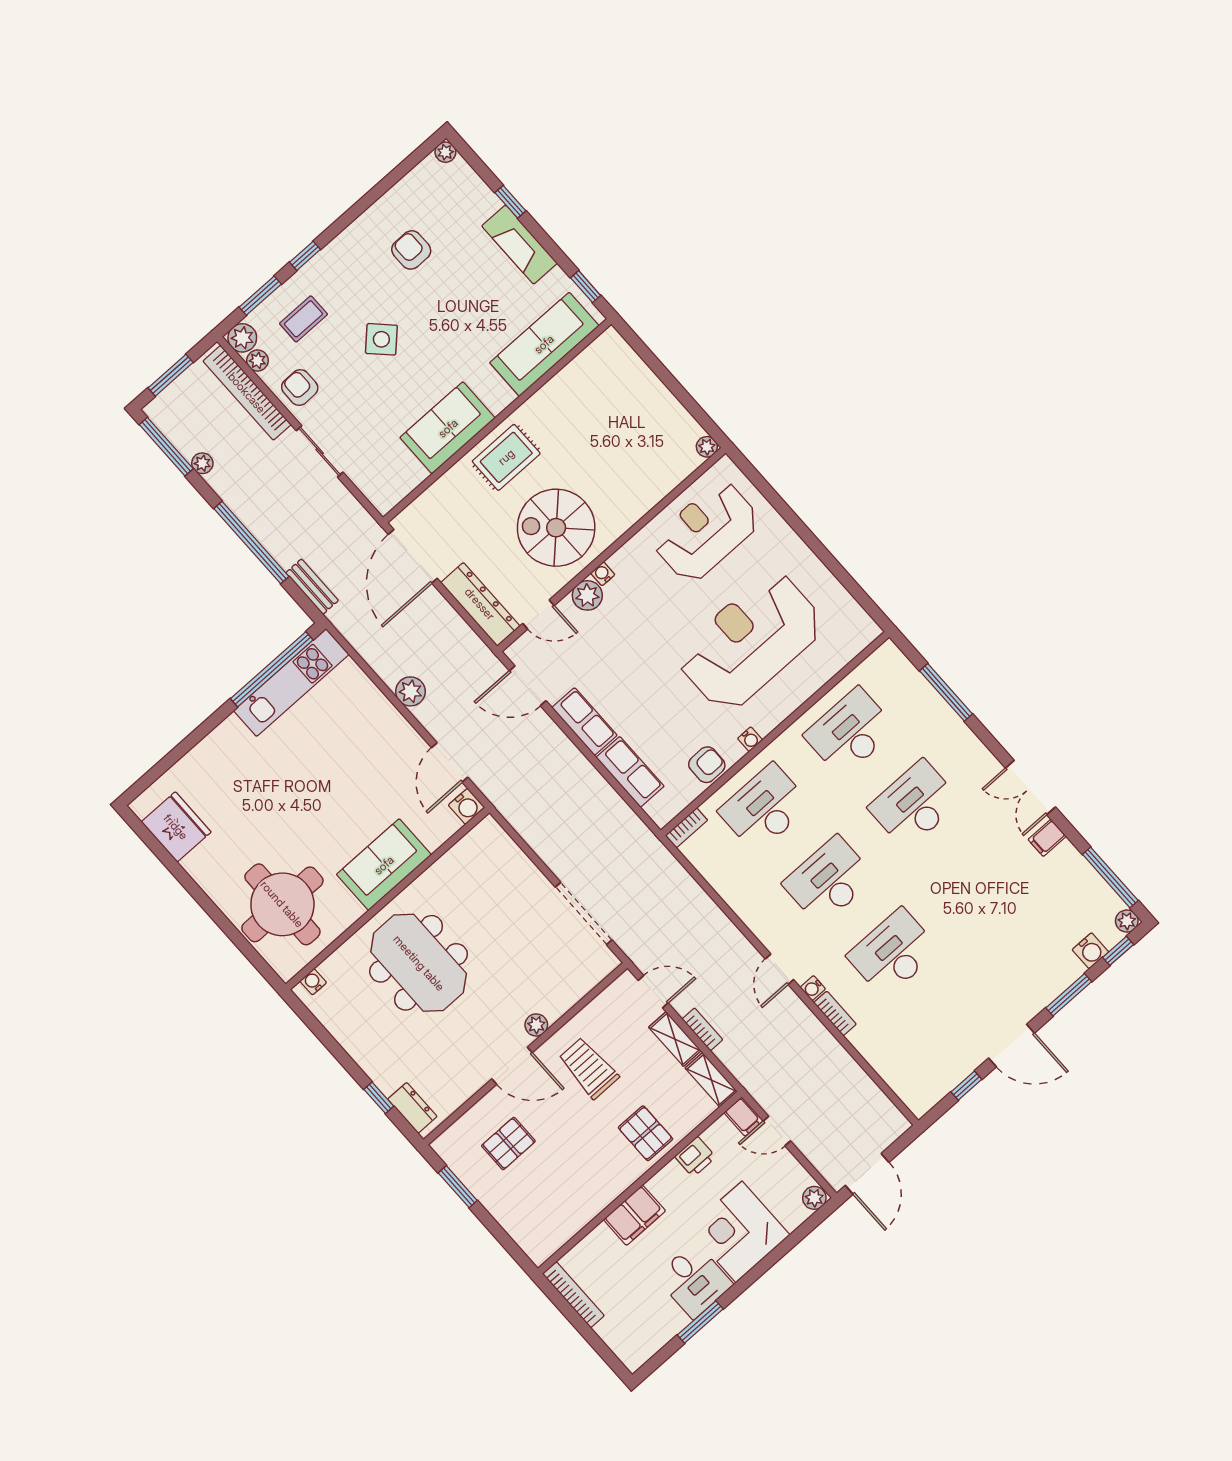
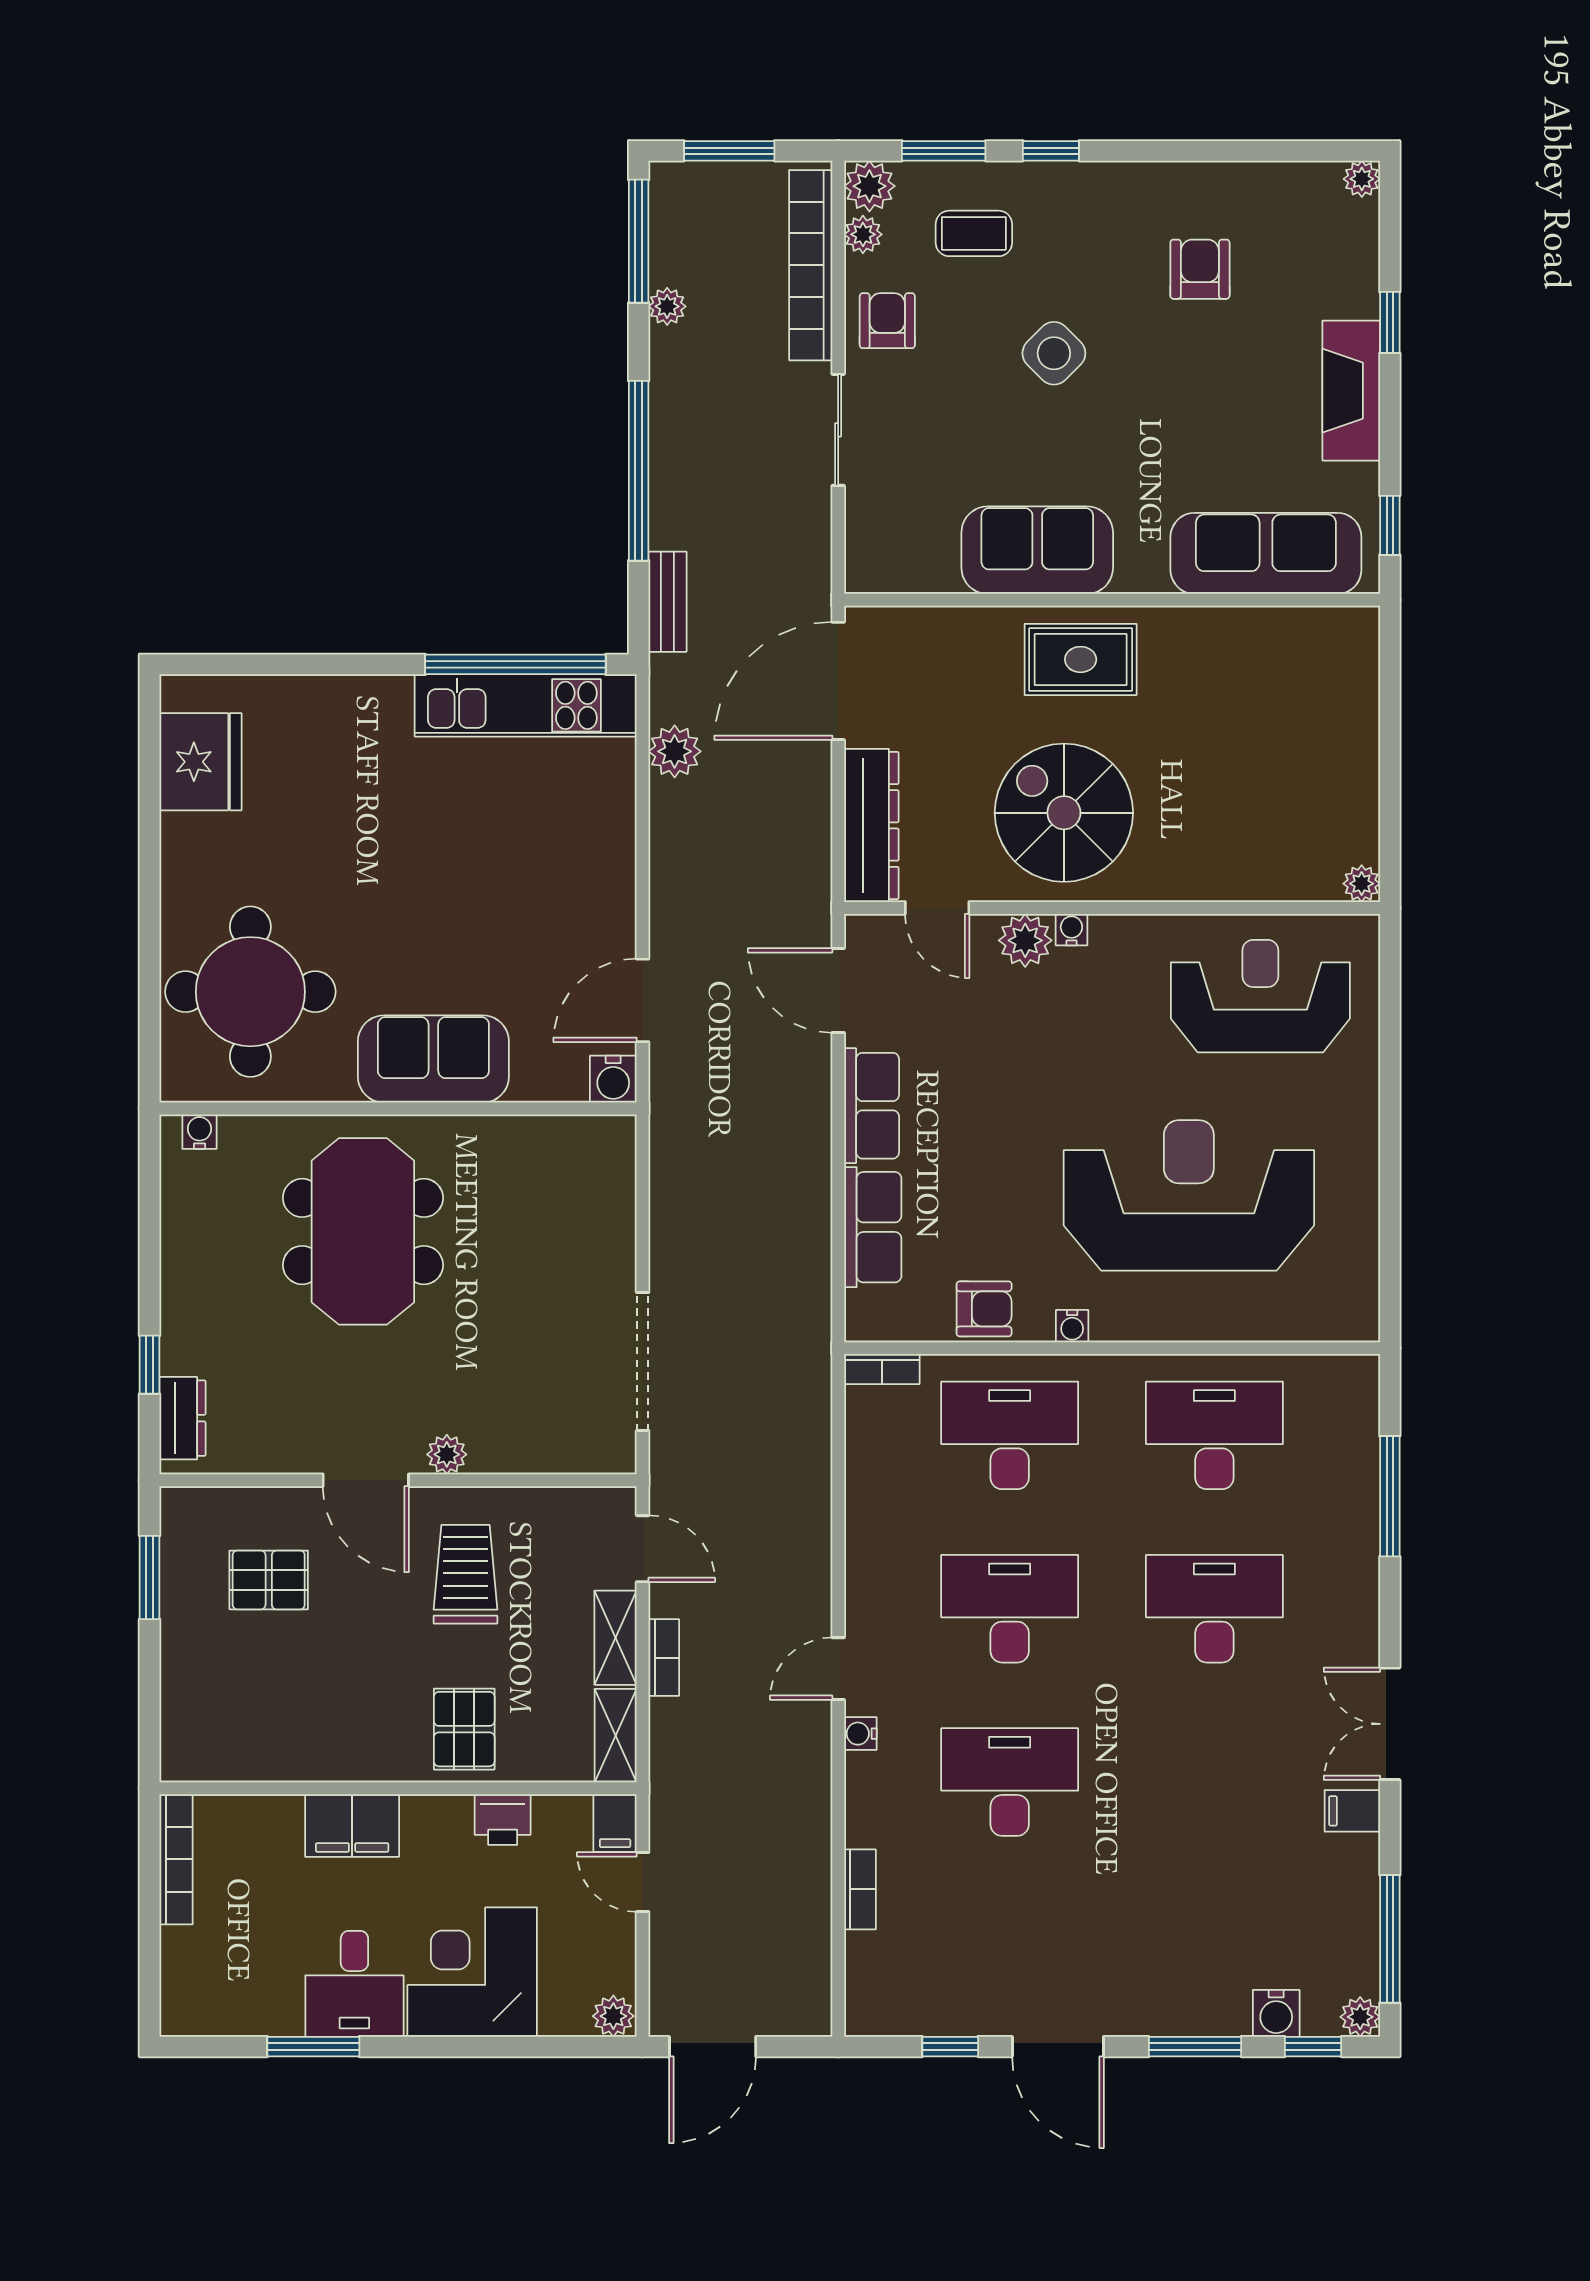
plant: (410, 691) -> (675, 751), moved
bookcase: (835, 1013) -> (860, 1889), moved

